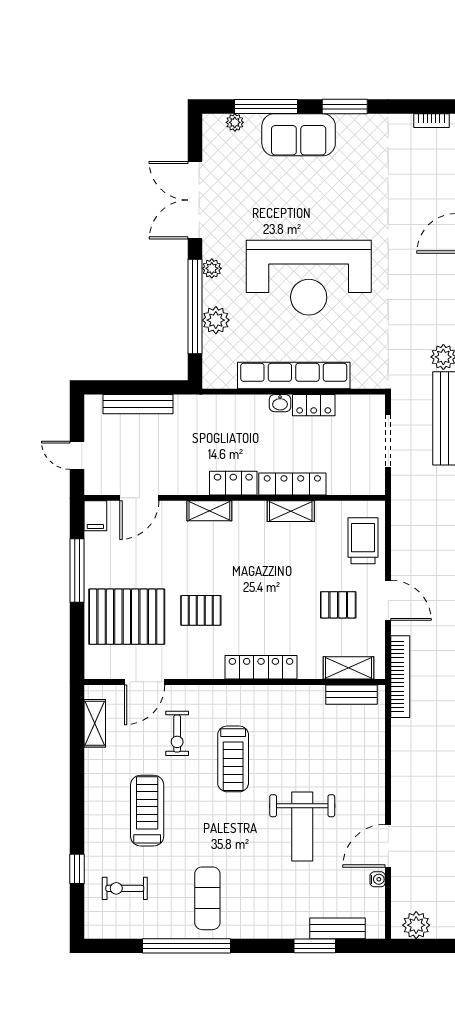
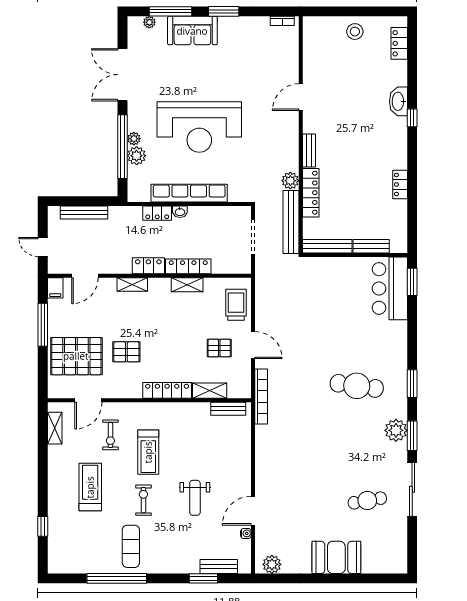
plant: (212, 268) -> (134, 139), moved
locker: (314, 405) -> (157, 213), moved
shelving: (348, 668) -> (210, 391), moved
weight bench: (302, 826) -> (195, 498), width x0.73, depth x0.75
exercise bike: (125, 888) -> (143, 500), moved, turned 90

